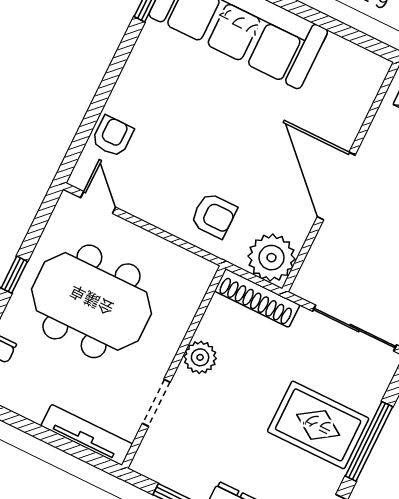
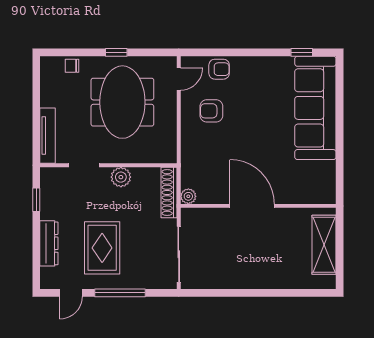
door: (336, 186) -> (252, 206), hinge flipped
armchair: (214, 215) -> (211, 111), moved, turned 90
plant: (271, 258) -> (188, 196), width x0.53, depth x0.53
rug: (318, 425) -> (102, 248), moved

